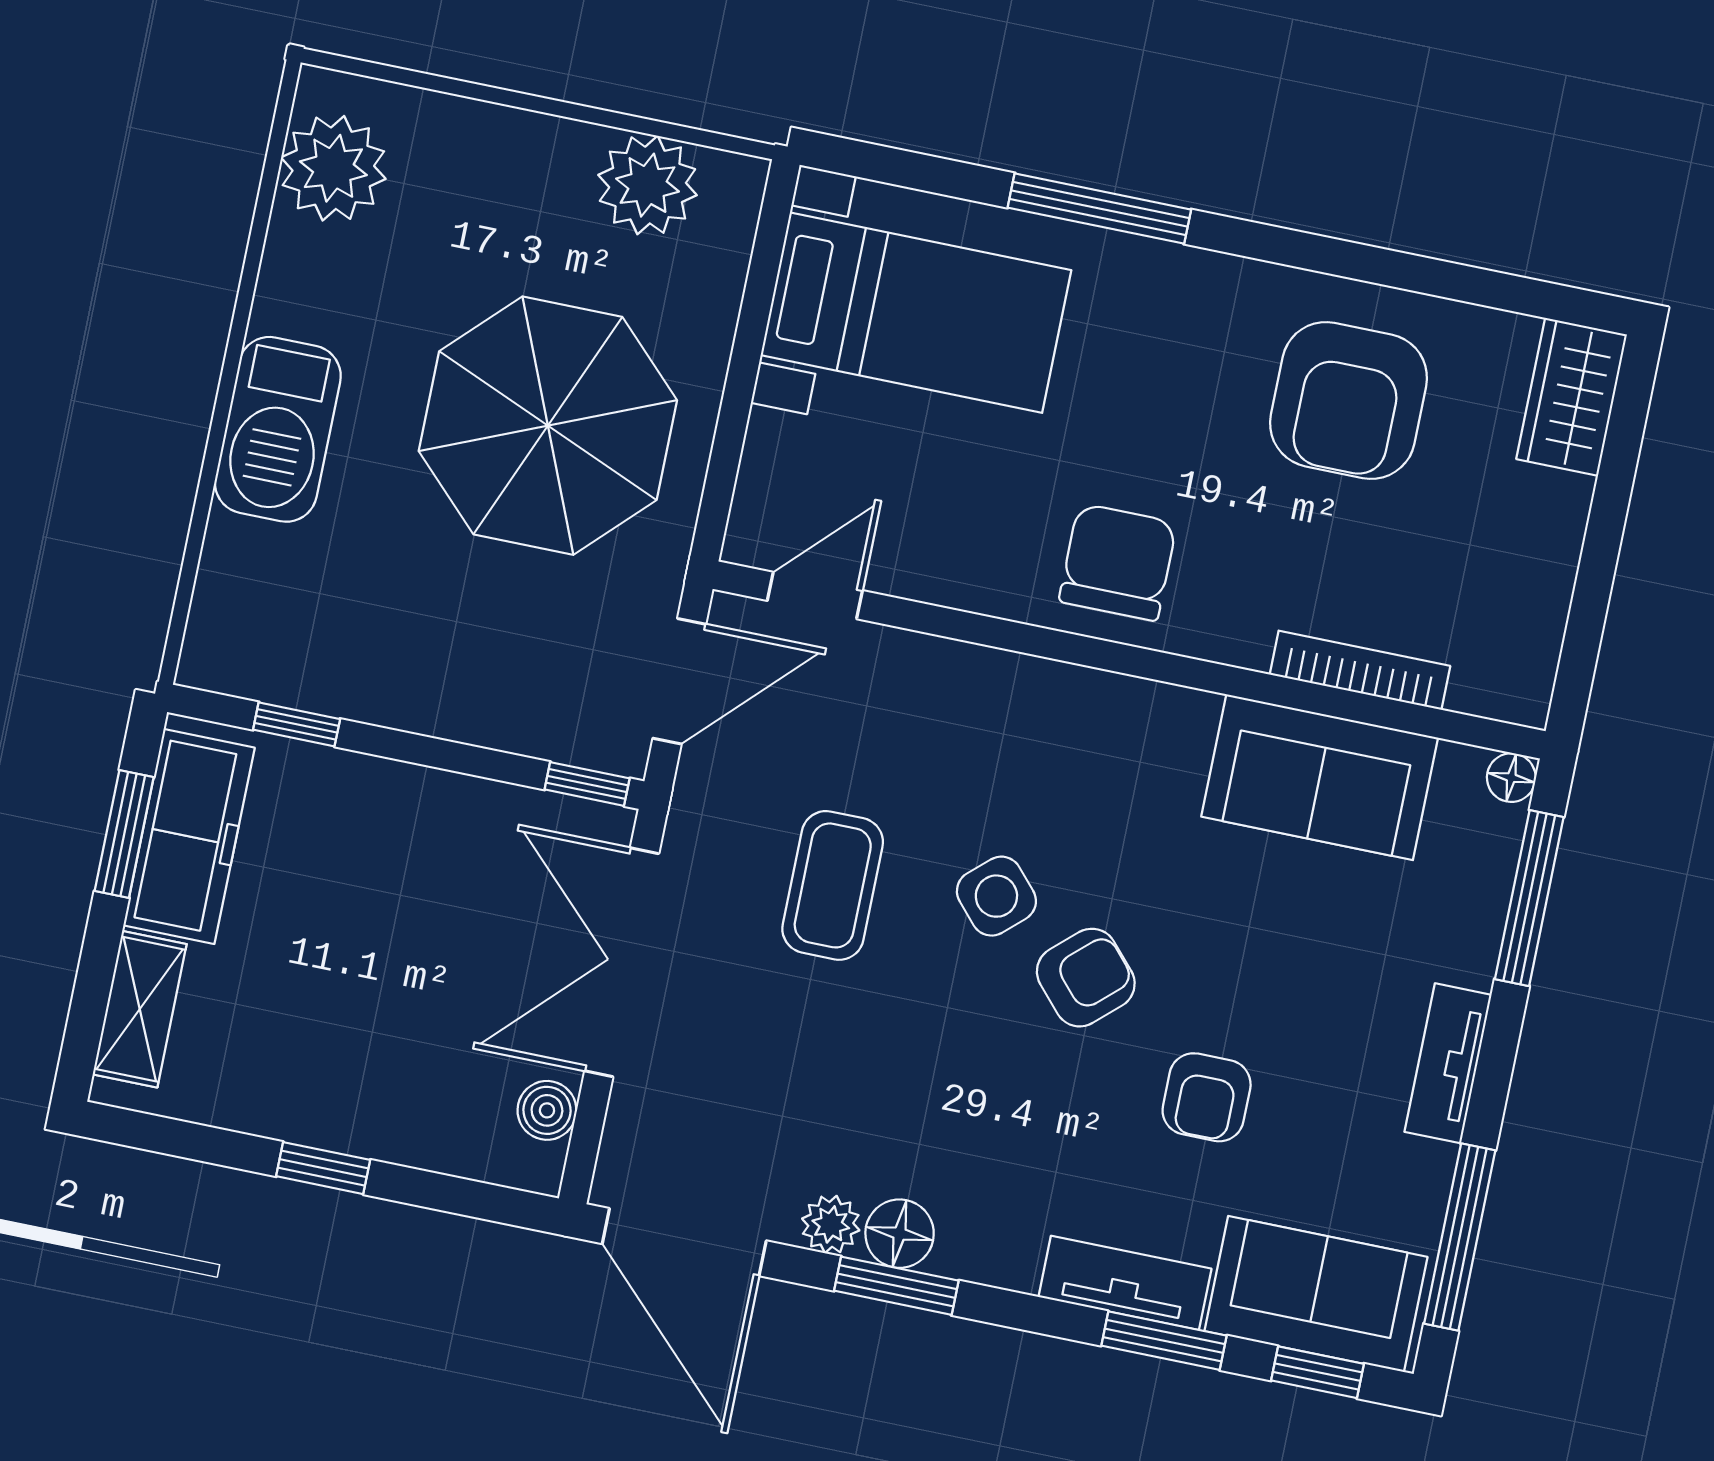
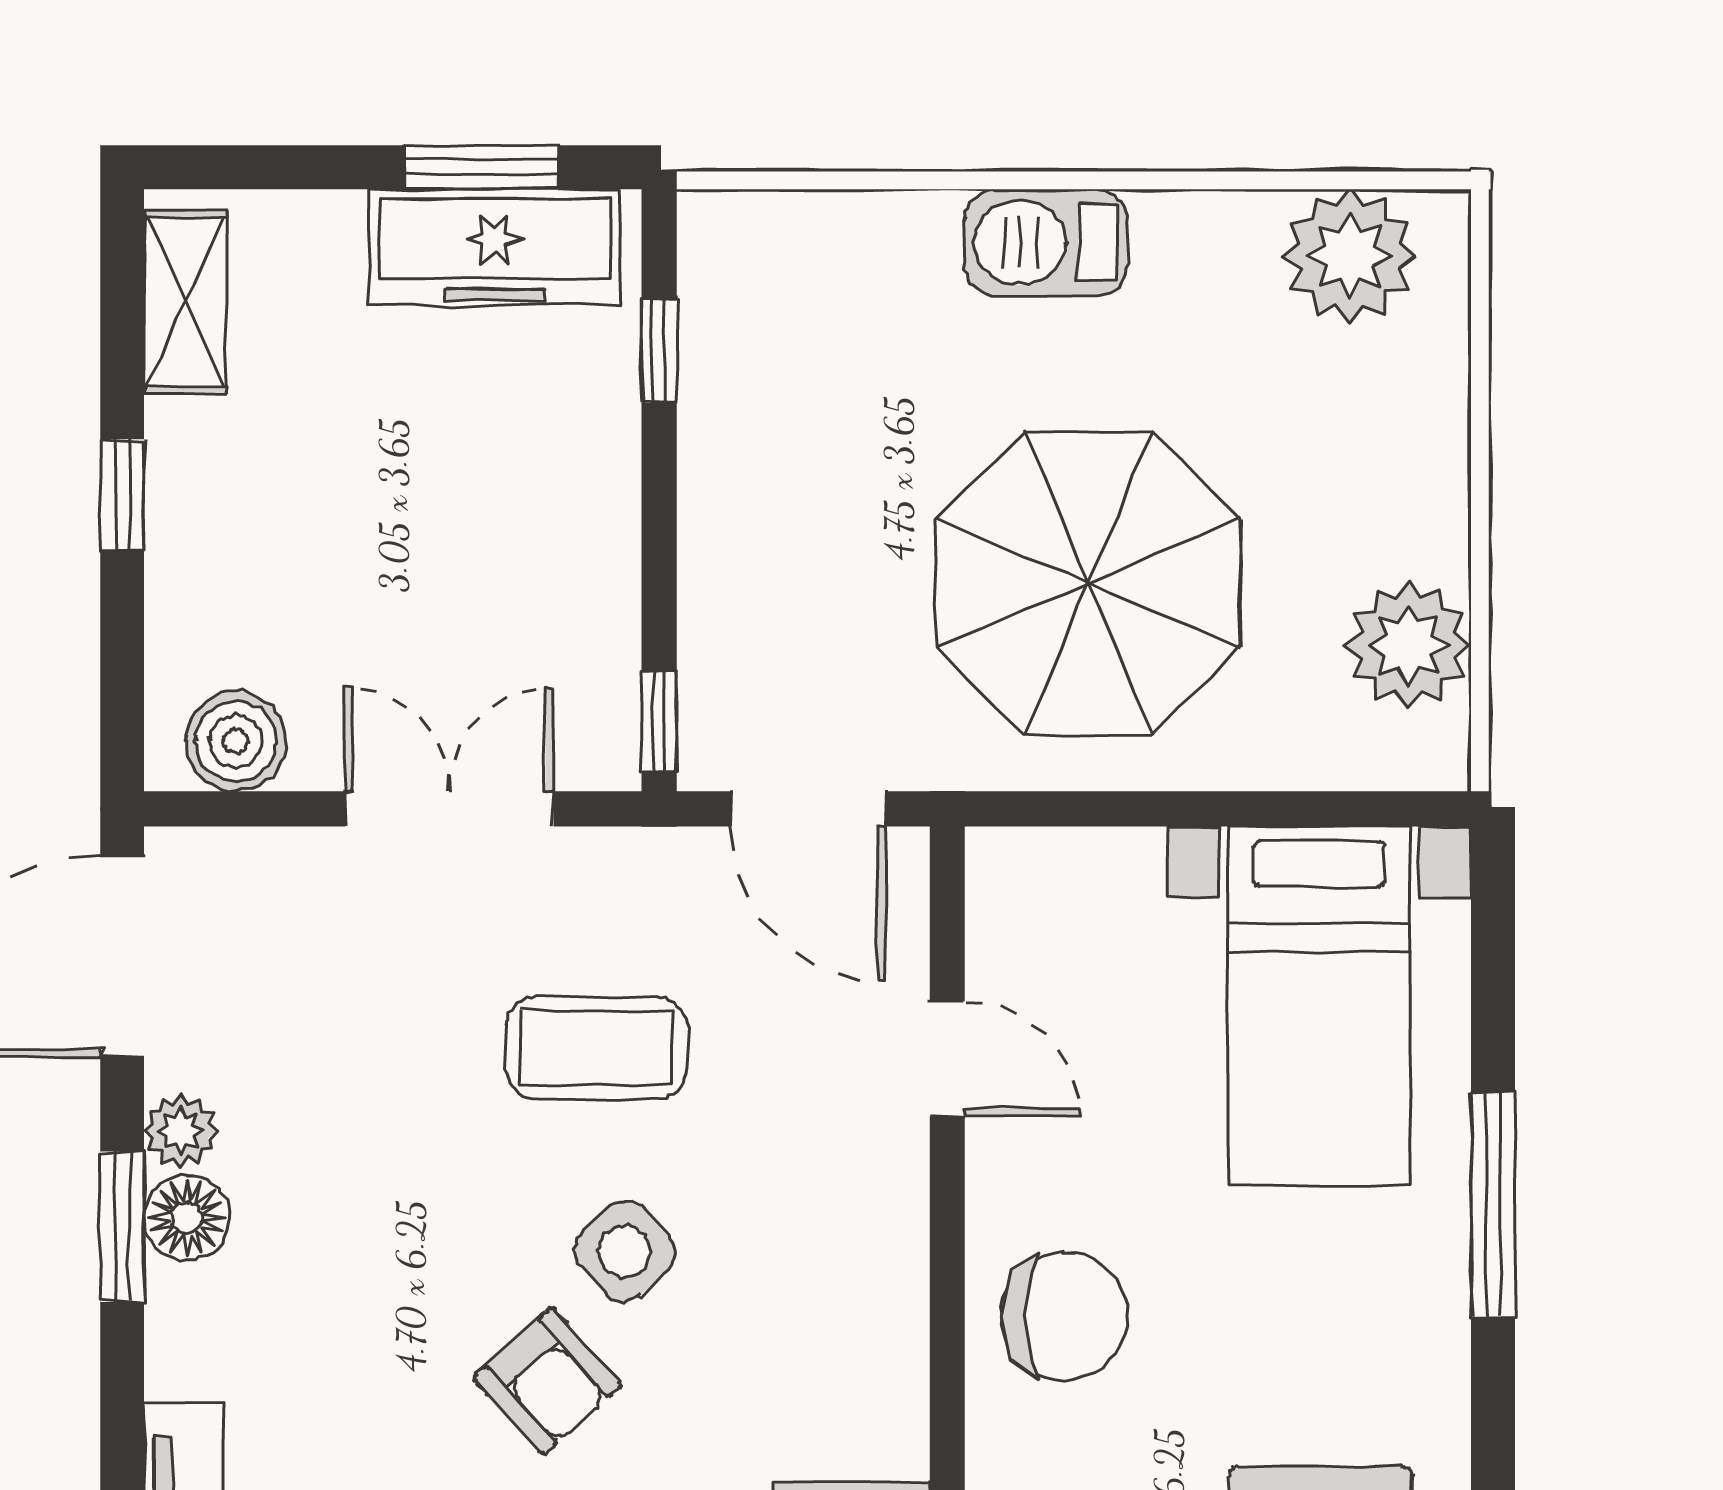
barbecue: (278, 429) -> (1046, 242), width x0.73, depth x0.83
door: (815, 596) -> (947, 1059), moved
double door: (622, 962) -> (449, 809), width x0.73
shelving: (140, 1009) -> (185, 302), moved, turned 90
boiler: (547, 1110) -> (236, 741), width x1.36, depth x1.36

